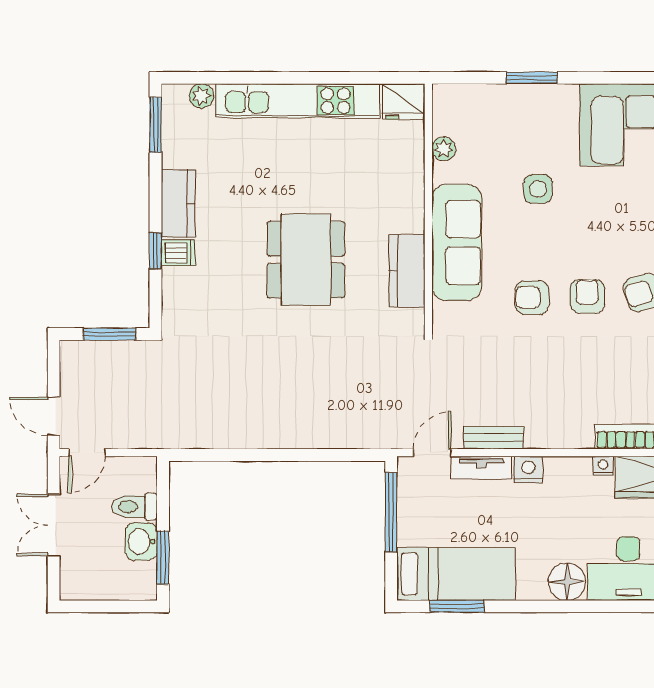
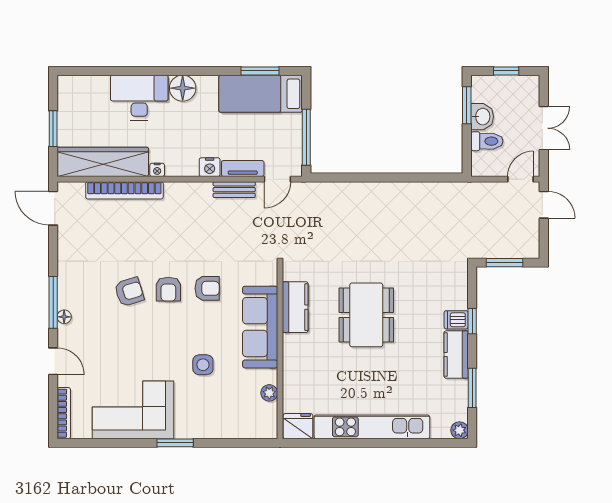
window: (532, 78) -> (175, 443), moved
plant: (201, 96) -> (459, 430), moved
window: (155, 125) -> (472, 388), moved
window: (107, 606) -> (506, 71), added

